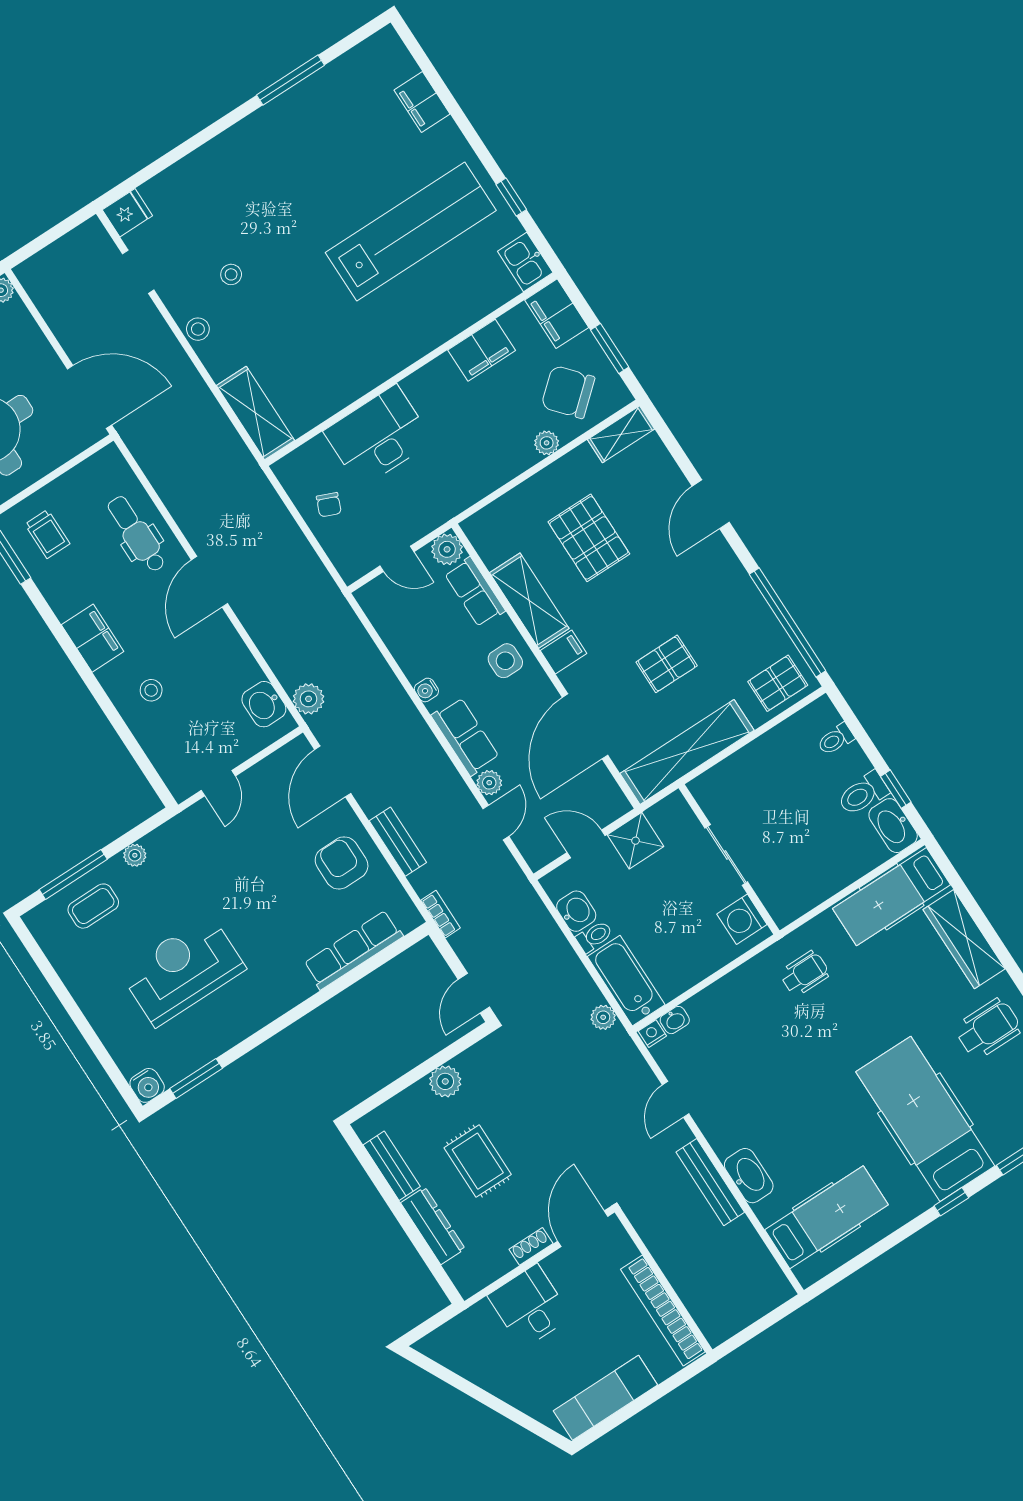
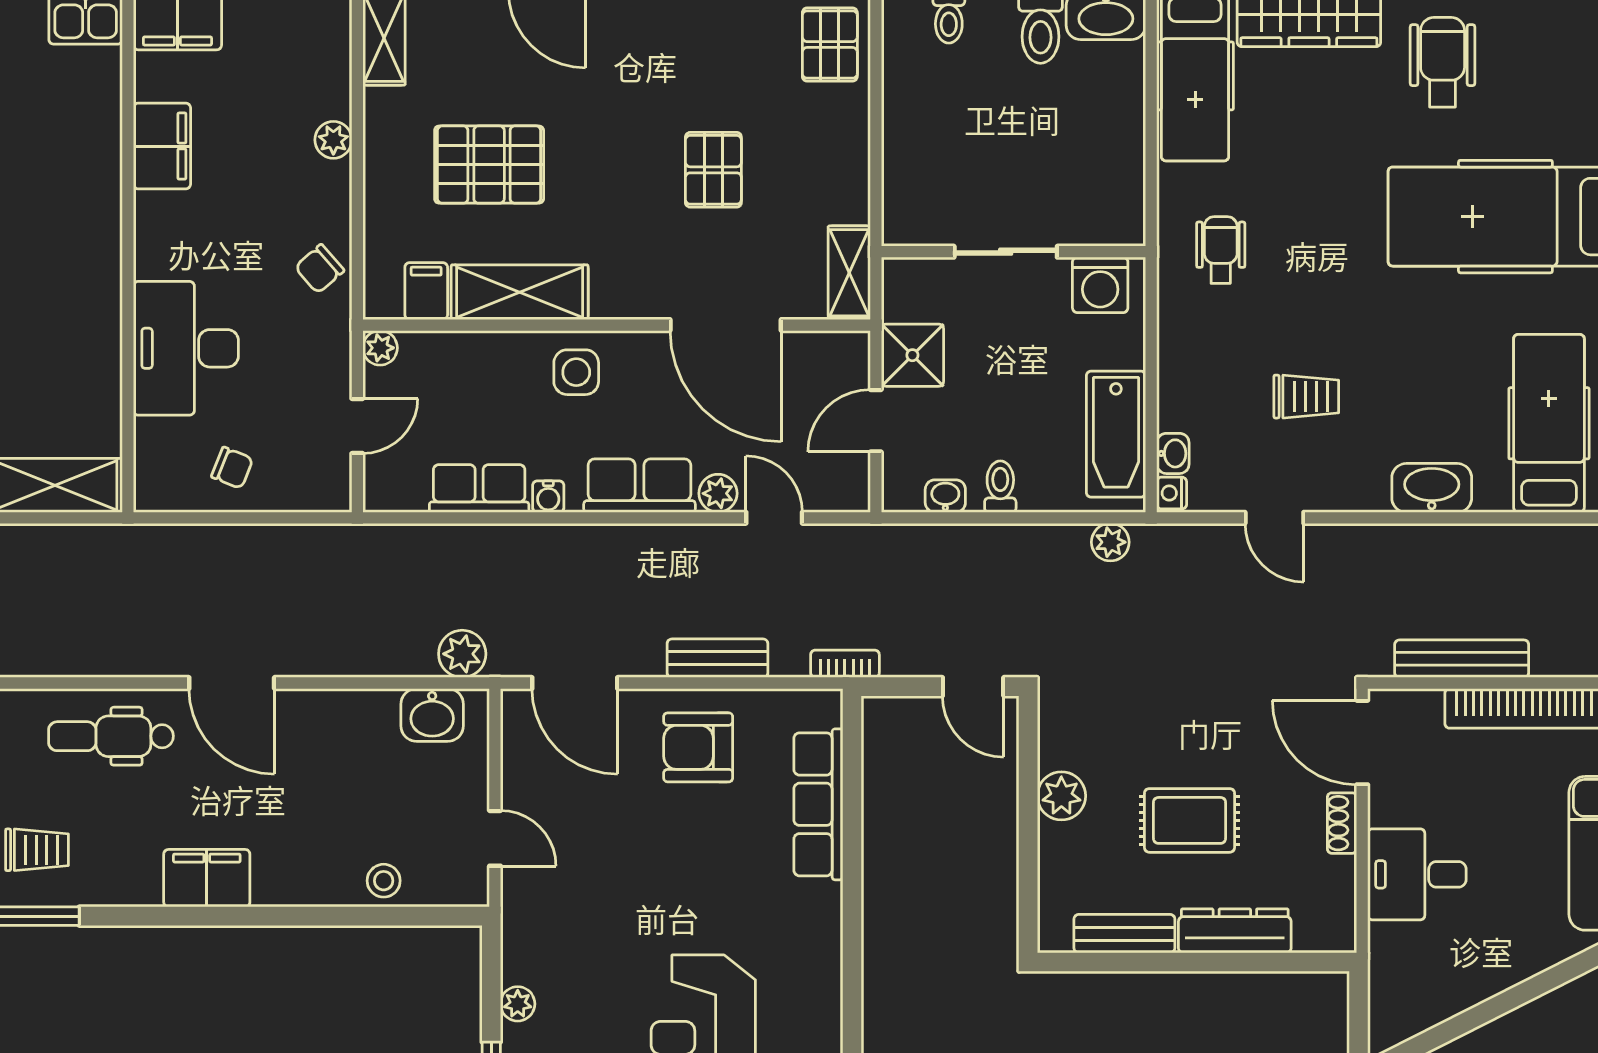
chair: (568, 392) -> (320, 269), moved, width x0.54, depth x0.54
plant: (447, 549) -> (380, 348), width x0.73, depth x0.73
row of seats: (475, 592) -> (479, 488), moved, turned 180
filing cabinet: (563, 652) -> (426, 291), moved
stool: (151, 690) -> (384, 881), moved
shelving: (687, 752) -> (849, 273), width x0.45, depth x0.75
washbasin: (576, 911) -> (945, 496), width x0.72, depth x0.69
bathtub: (626, 981) -> (1116, 434), moved, turned -90
trolley: (754, 1073) -> (1306, 397), added
bench: (710, 1182) -> (1462, 659), moved

